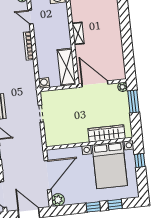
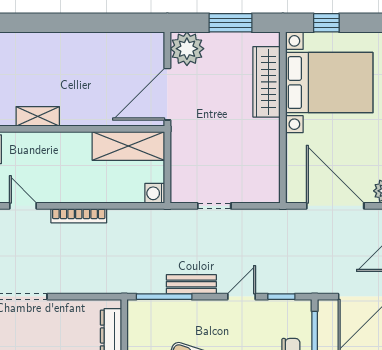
door: (30, 17) -> (23, 206), swing flipped
shelving: (78, 33) -> (38, 116), moved
plant: (123, 87) -> (187, 49), width x1.88, depth x1.88
window: (133, 101) -> (230, 23), moved

